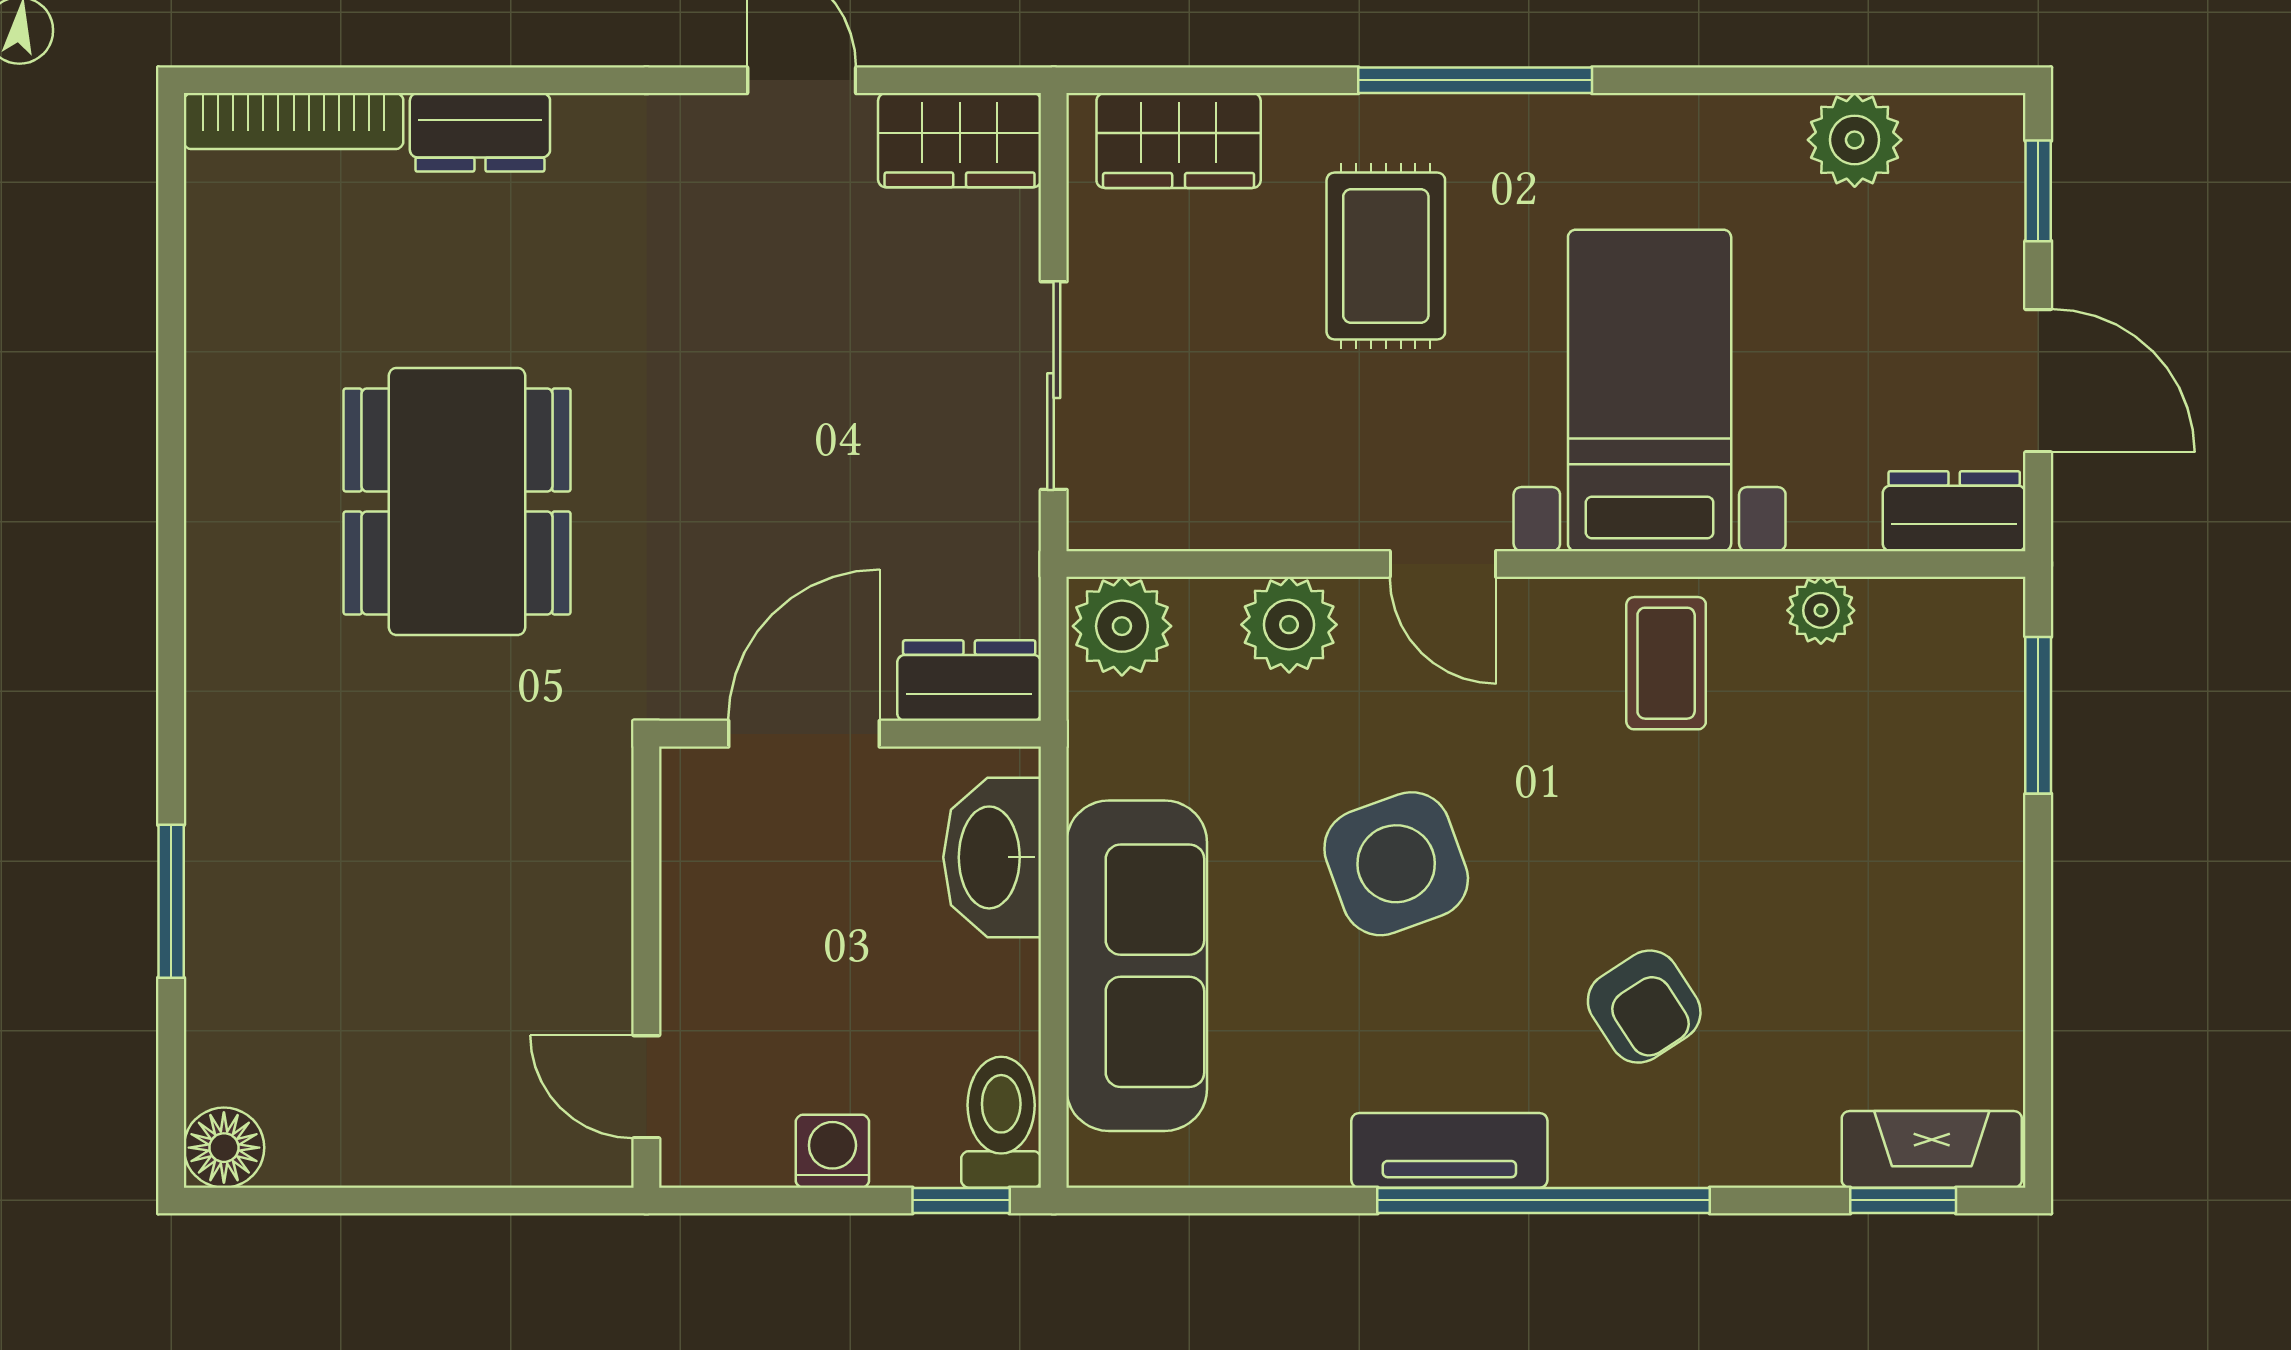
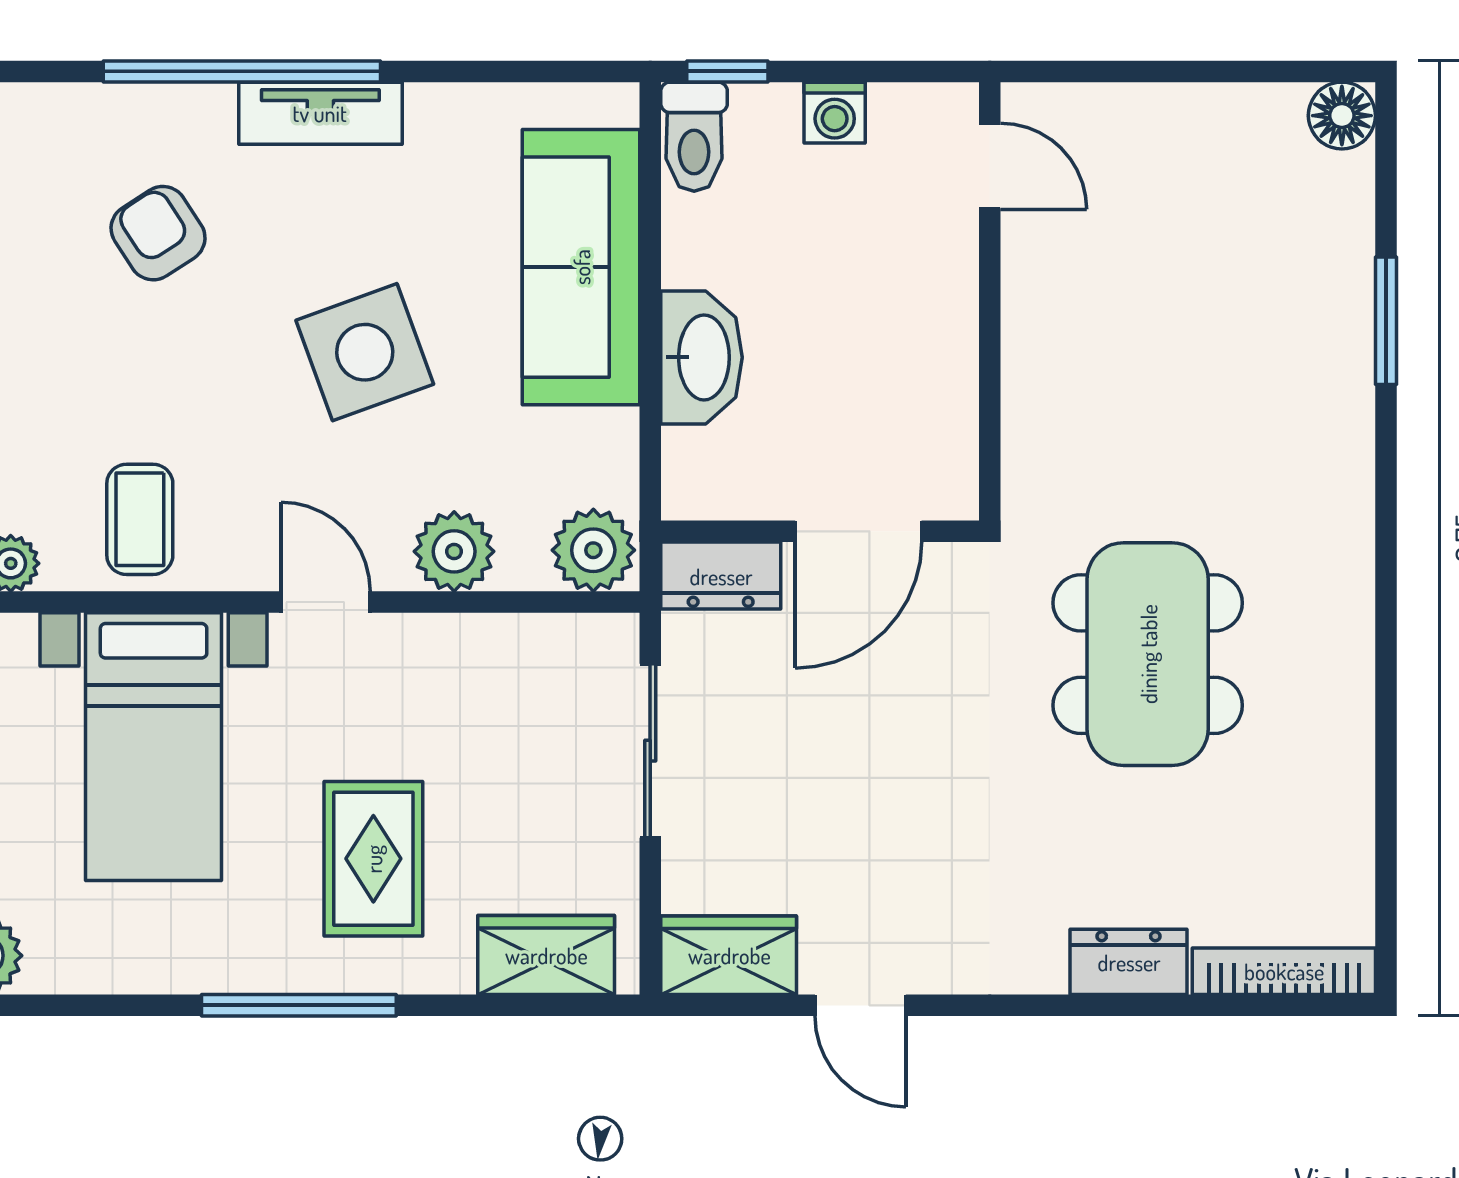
dresser: (969, 681) -> (721, 576), moved
door: (804, 734) -> (858, 531), moved
wall: (850, 734) -> (820, 531), moved

